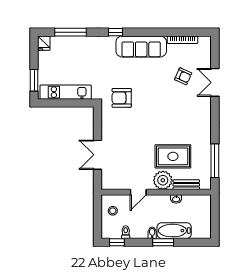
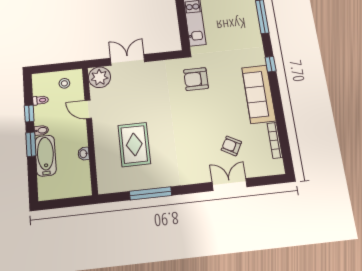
armchair: (183, 76) -> (231, 146), turned 95
armchair: (122, 98) -> (196, 79), turned -90
window: (215, 161) -> (150, 193), moved
plant: (163, 180) -> (100, 77), moved
bench: (186, 185) -> (102, 164), removed
window: (117, 242) -> (29, 113), moved

